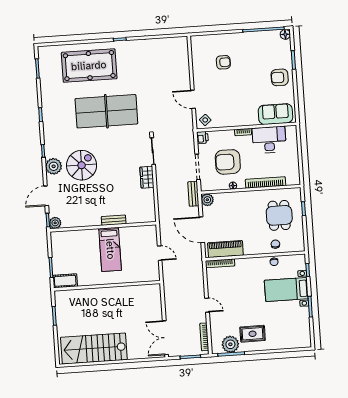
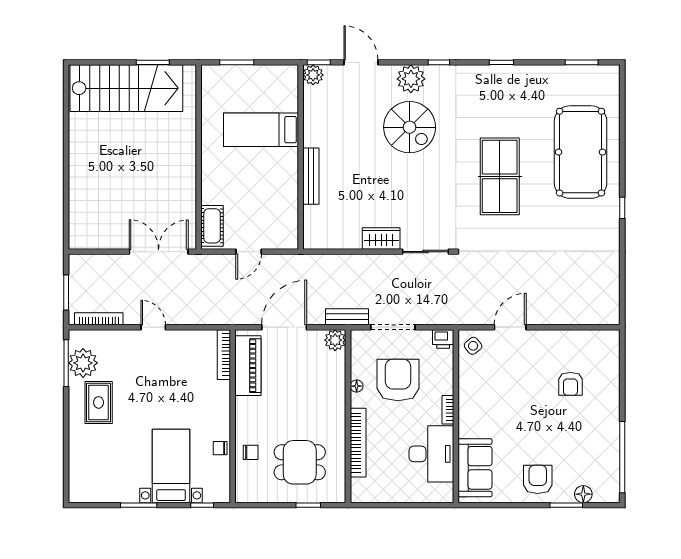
floor lamp: (285, 34) -> (583, 494), moved
table tennis table: (106, 111) -> (500, 176), width x0.73, depth x0.76
bench: (114, 220) -> (311, 176), width x1.36
bed: (110, 249) -> (261, 130), moved
cot: (65, 281) -> (212, 226), moved
door: (207, 305) -> (153, 327), swing flipped
double door: (165, 338) -> (159, 252), moved
stairs: (94, 348) -> (126, 88), moved, turned 90

